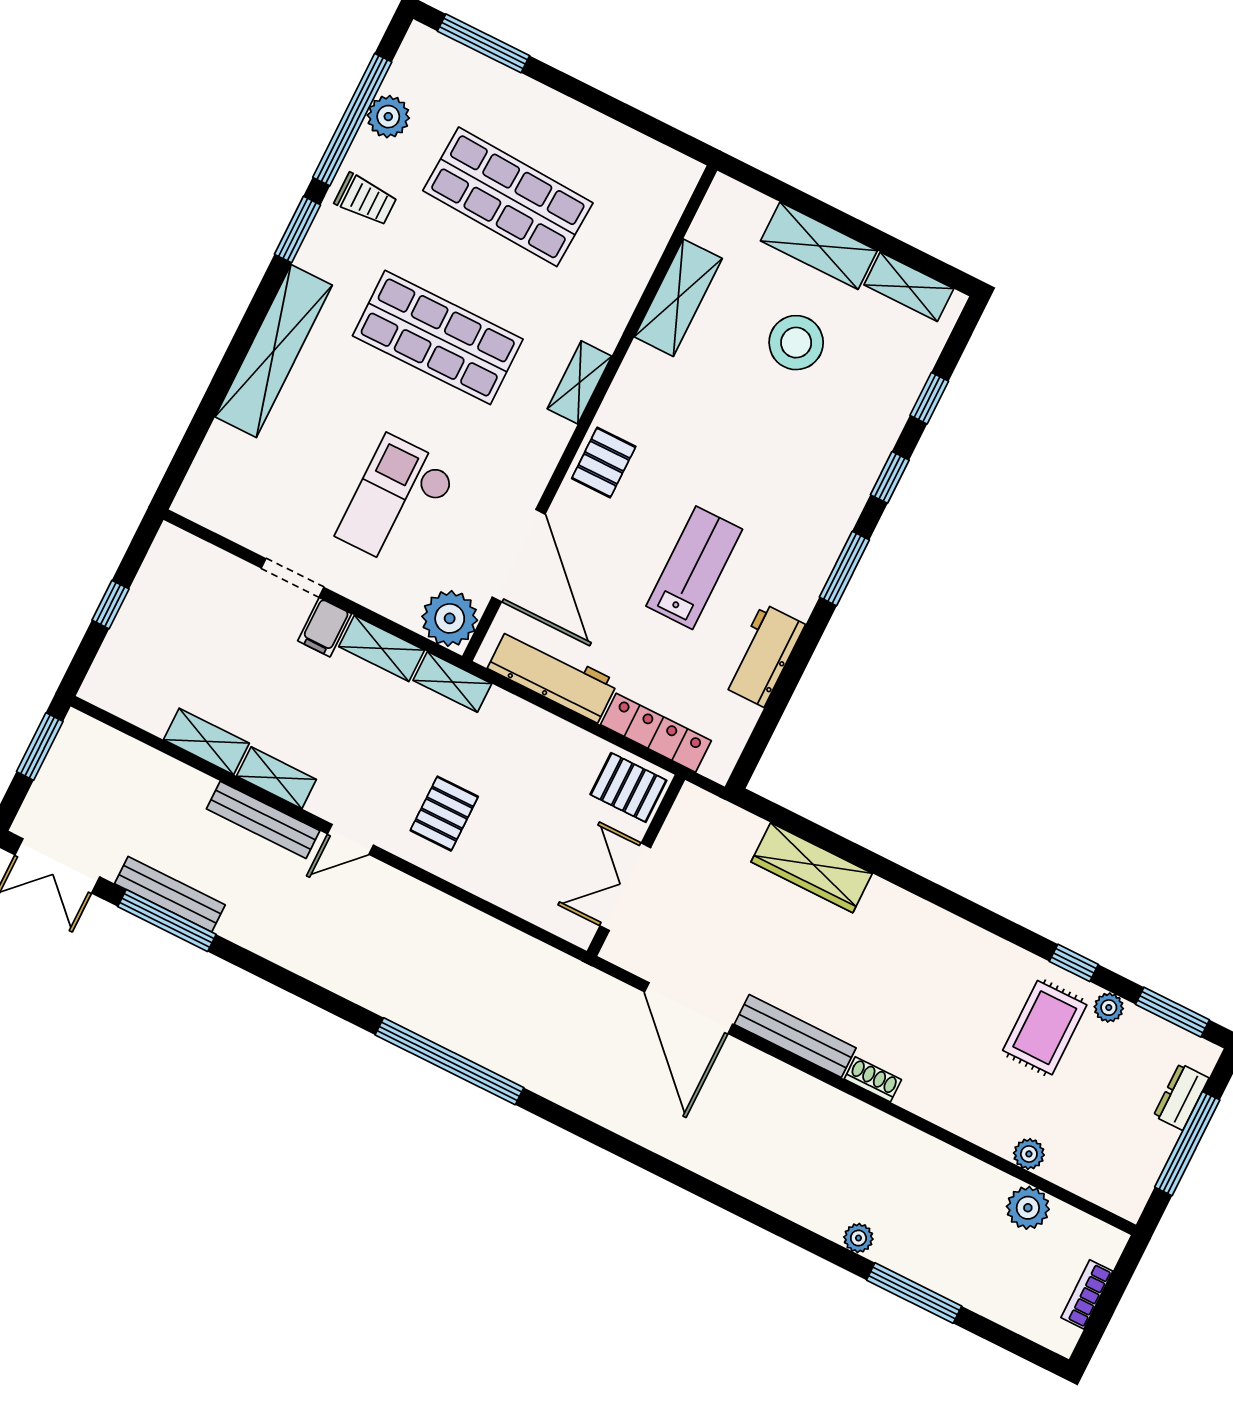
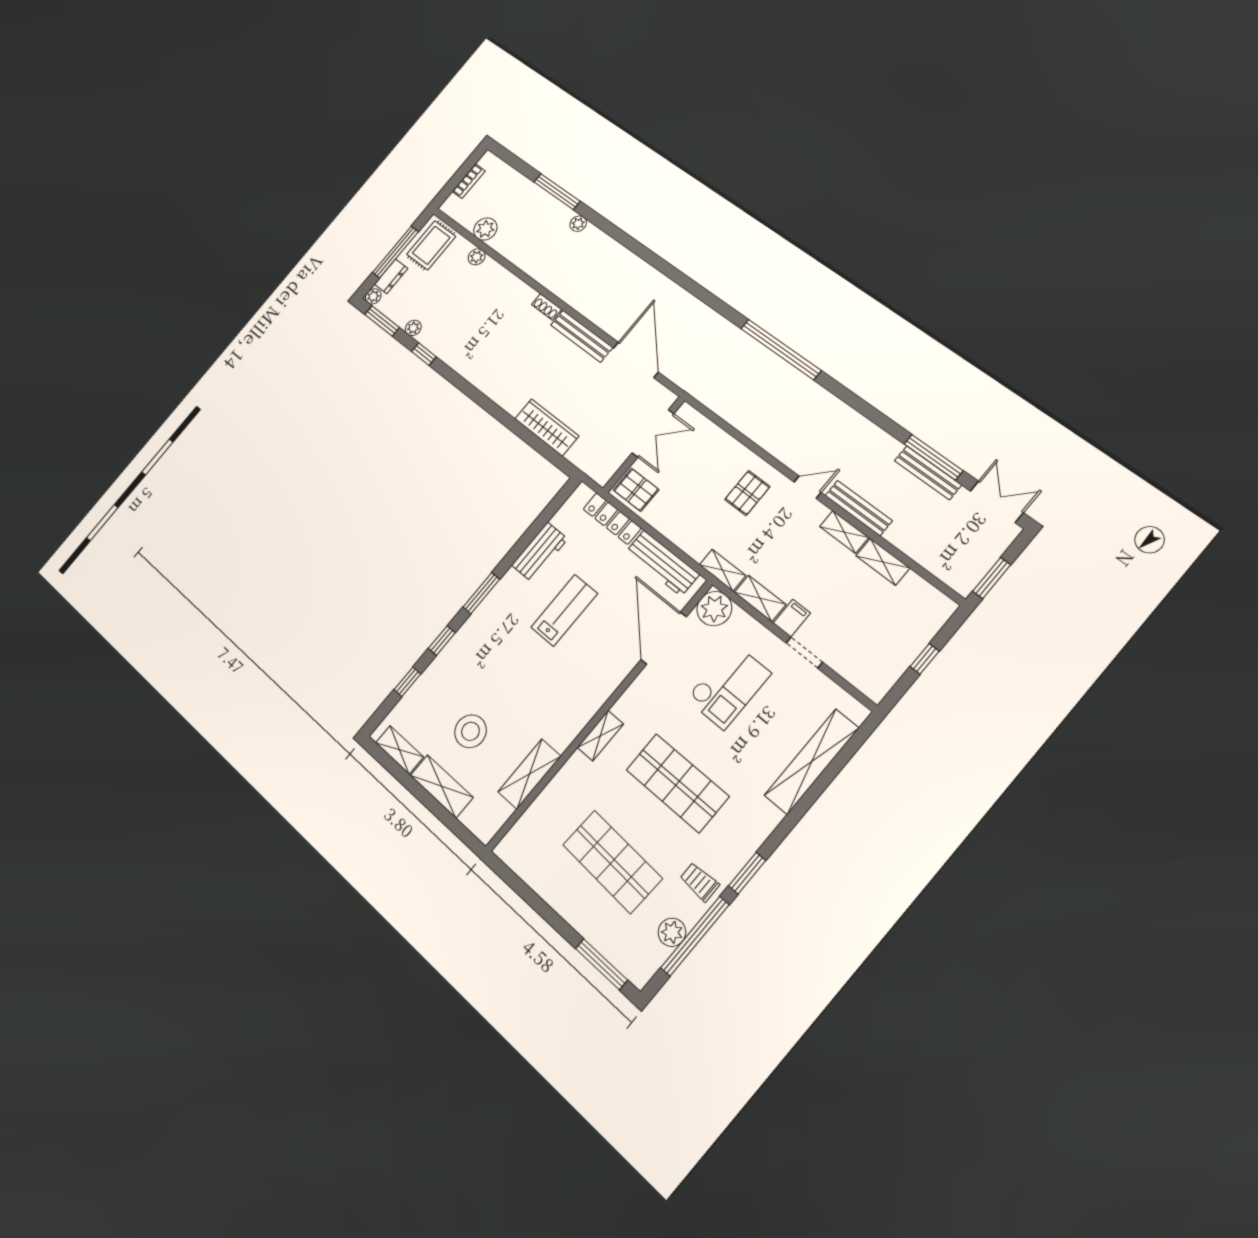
shelving: (274, 351) -> (812, 762), moved
pallet: (604, 462) -> (599, 684), removed
lab bench: (694, 568) -> (564, 610), turned 180
rug: (1045, 1028) -> (431, 245), moved
plant: (1204, 1055) -> (373, 296), added

